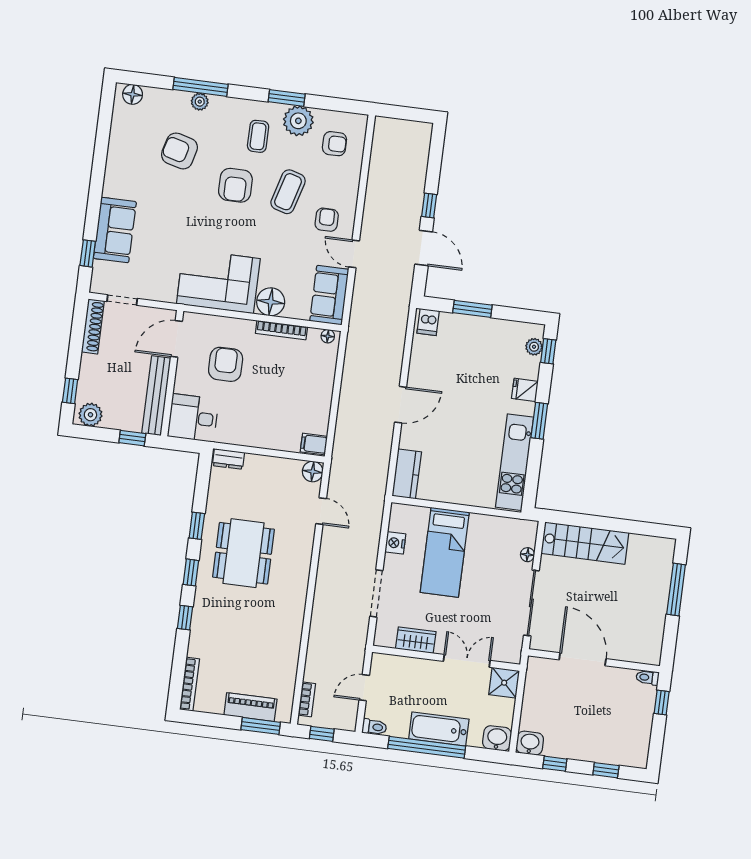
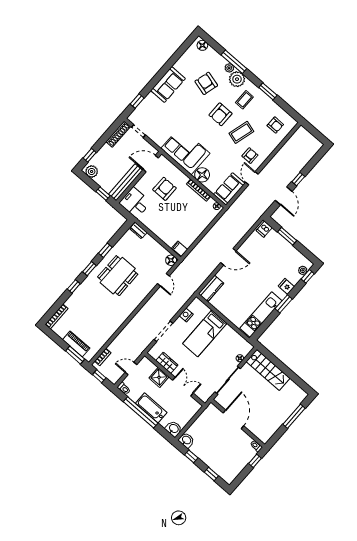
plant: (298, 121) -> (237, 79), moved
sofa: (115, 230) -> (168, 85), moved
shower: (504, 683) -> (159, 377), moved

